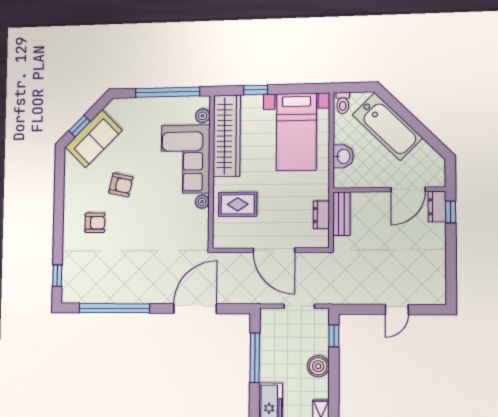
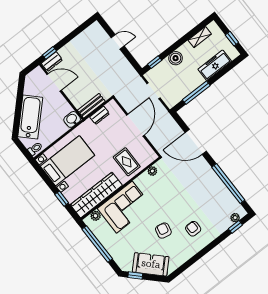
window: (80, 126) -> (135, 275), moved
washbasin: (343, 156) -> (72, 119), moved
plant: (202, 202) -> (152, 171), moved
plant: (68, 284) -> (235, 218), added

